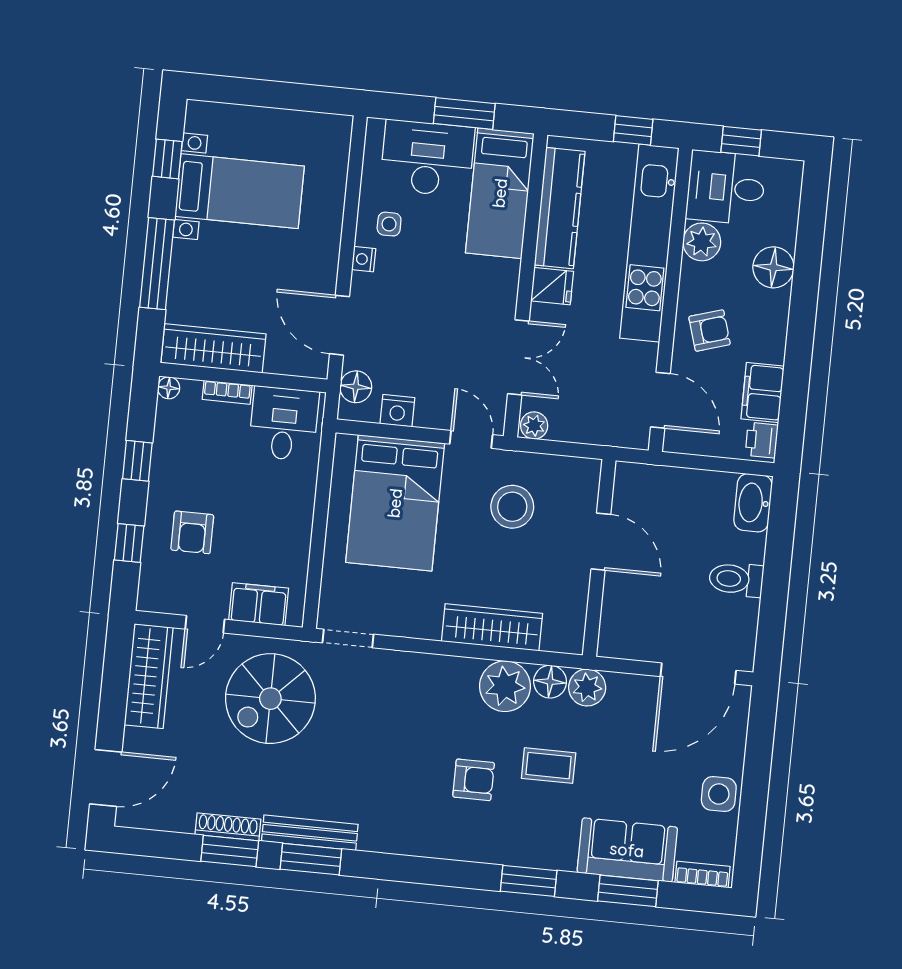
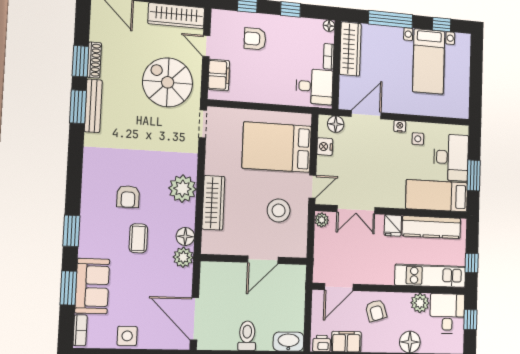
kitchen unit: (649, 243) -> (430, 276), width x0.73
plant: (505, 686) -> (182, 189), moved

